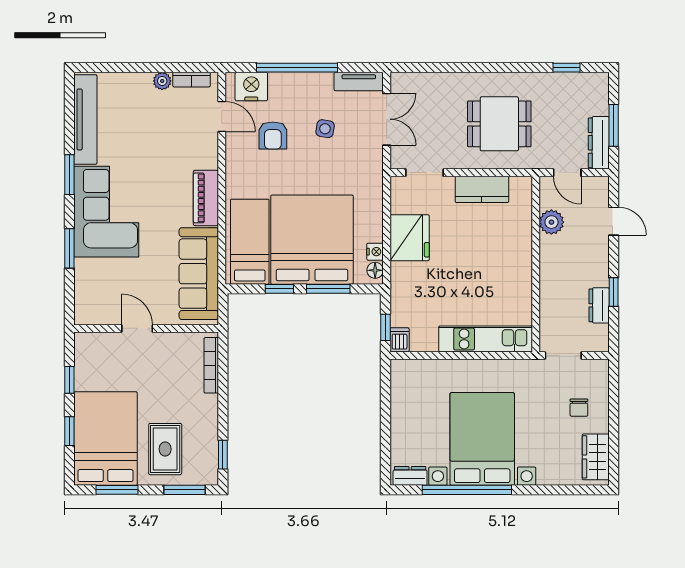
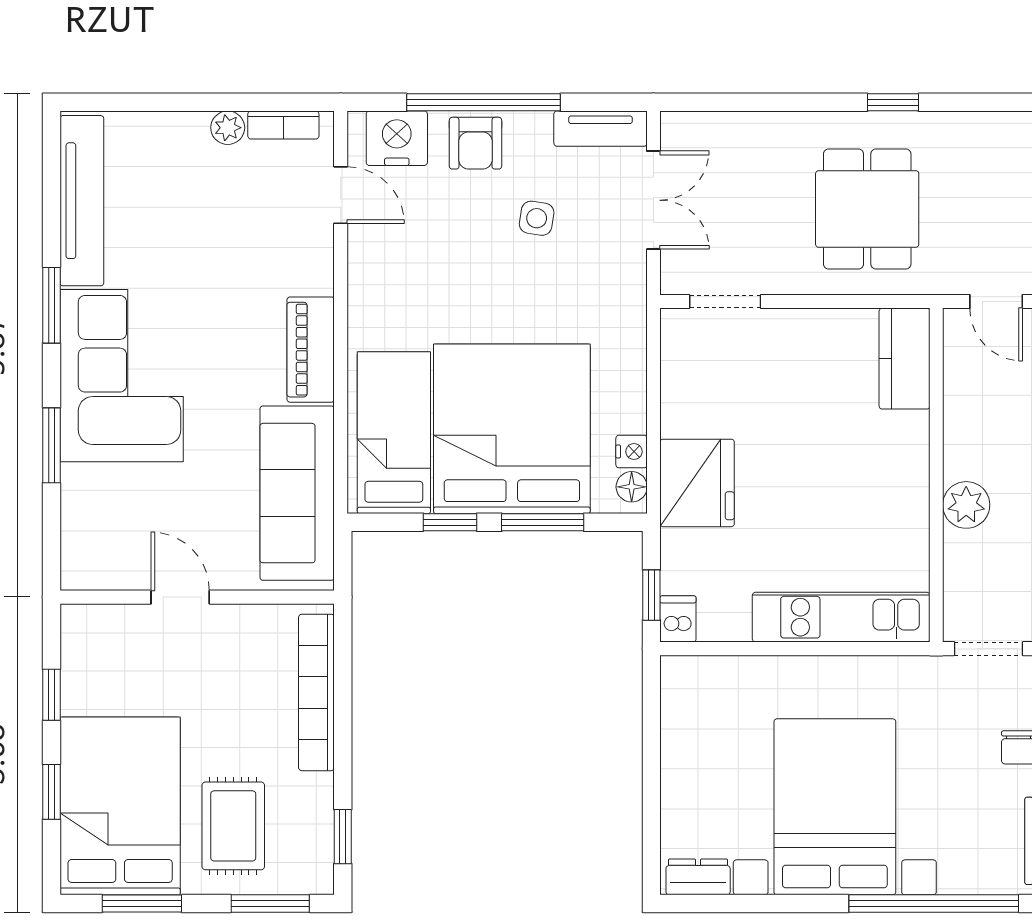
window: (567, 68) -> (893, 102), moved
dining table: (499, 124) -> (867, 209), turned 90
armchair: (273, 135) -> (475, 143), moved
kitchen counter: (482, 189) -> (905, 359), moved, turned 90
plant: (551, 222) -> (966, 505), moved
fridge: (410, 238) -> (697, 483), moved
bookcase: (211, 365) -> (316, 692), width x1.48, depth x1.31
window: (467, 490) -> (934, 904), moved

